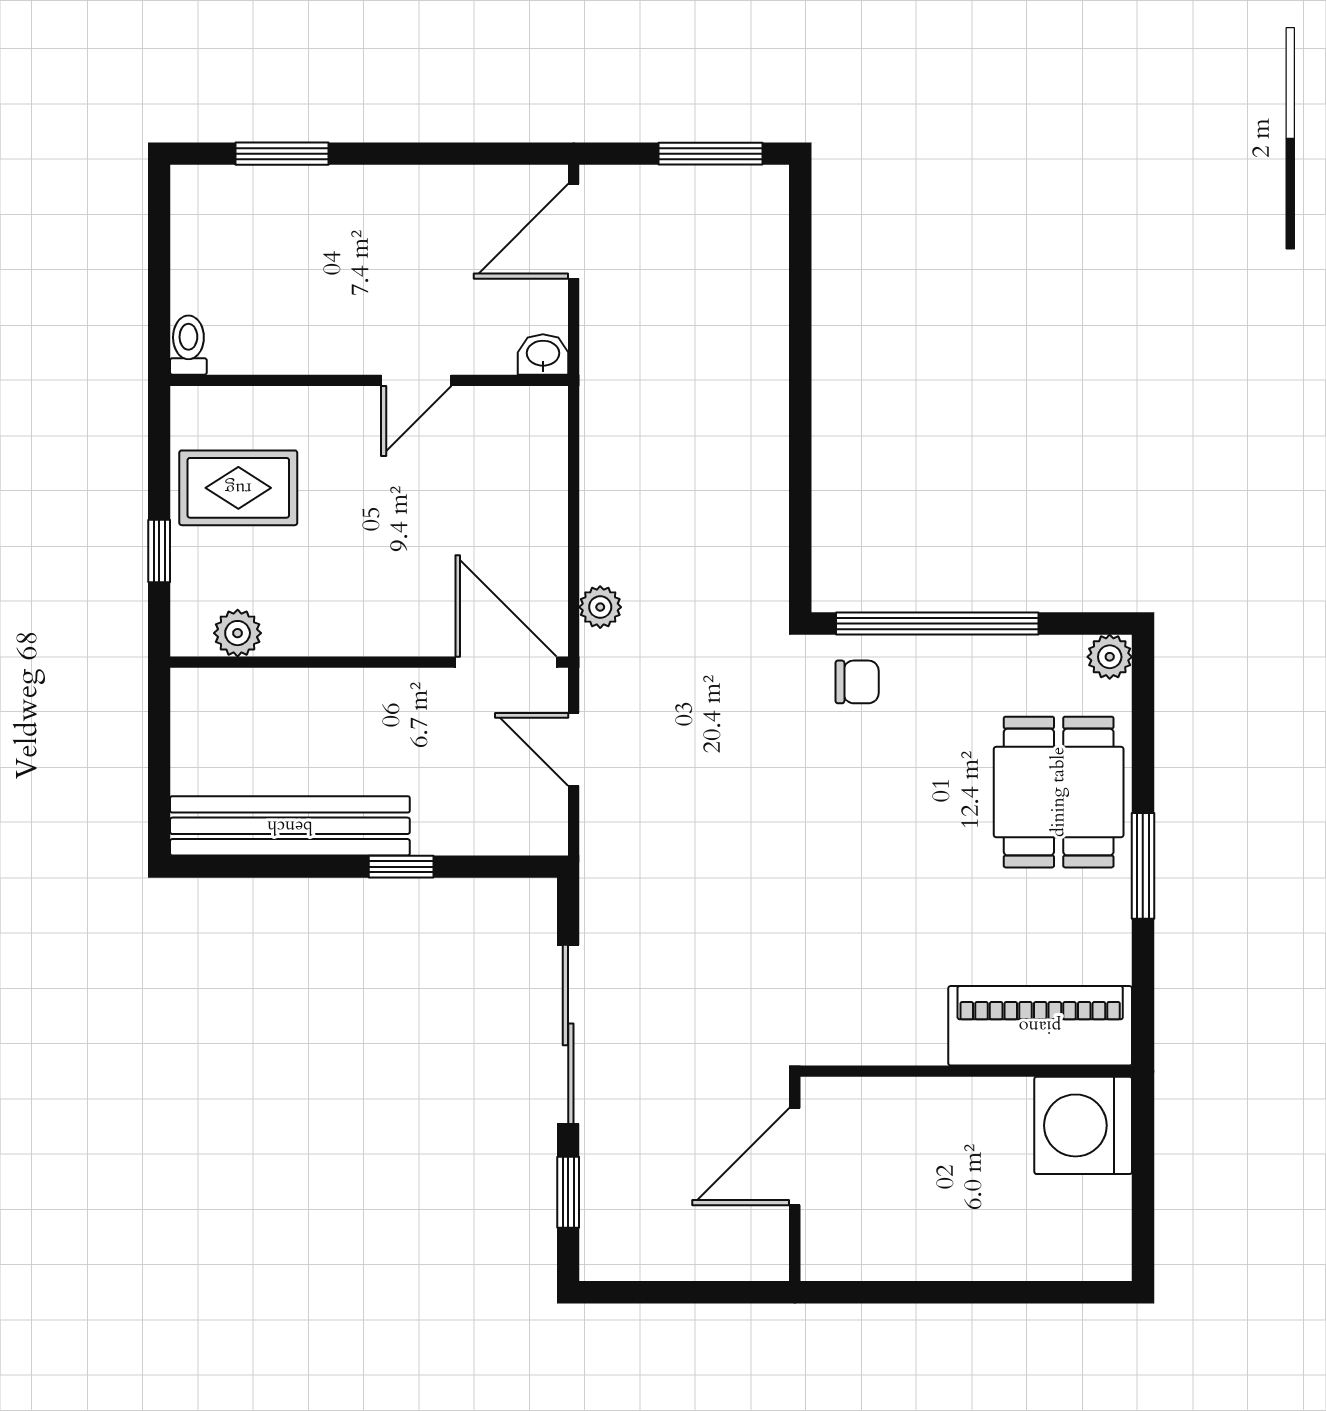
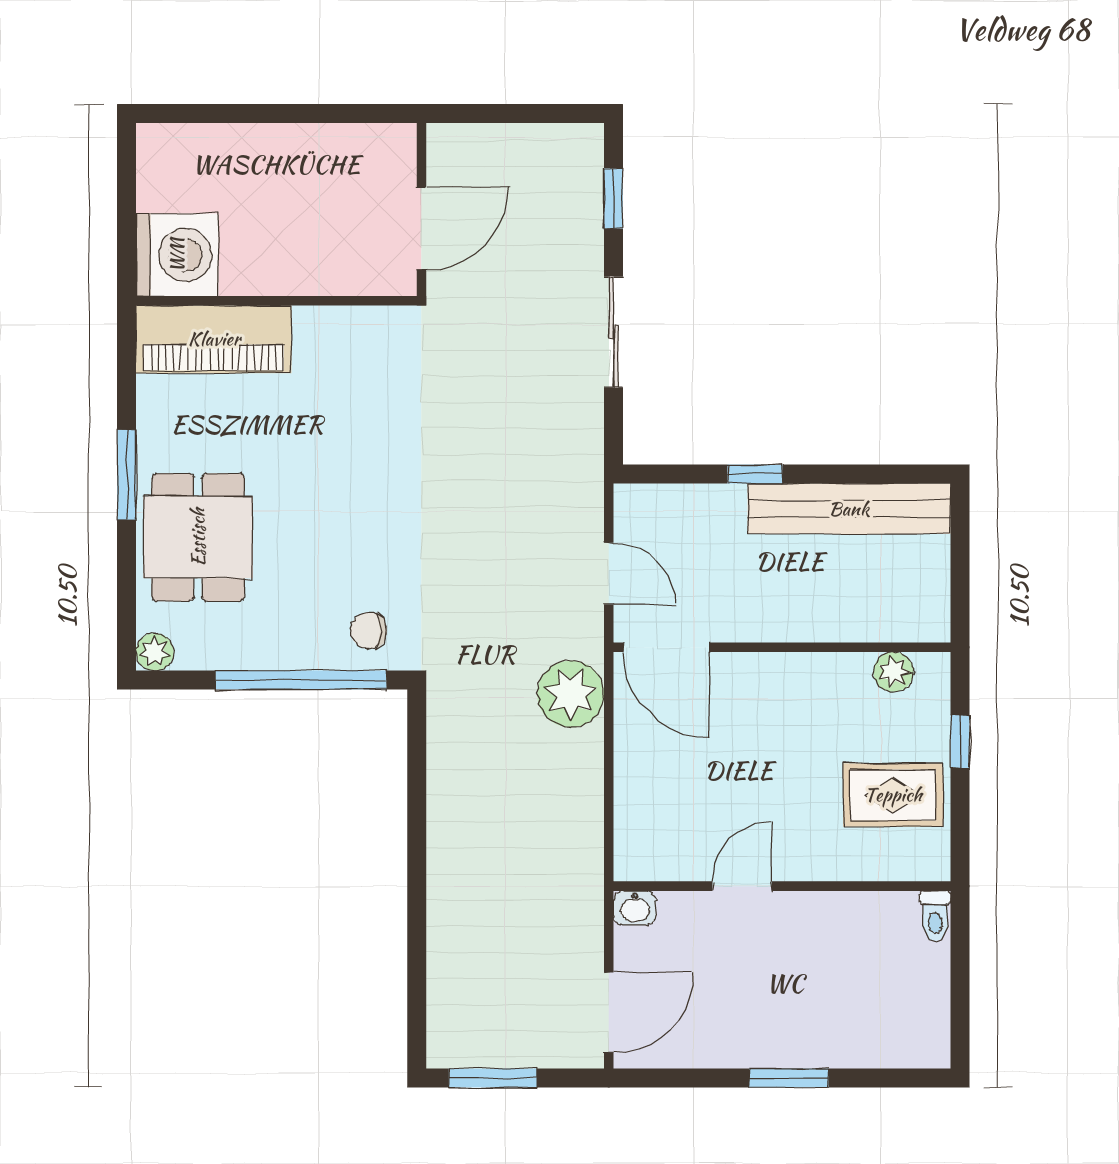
window: (282, 154) -> (789, 1078), moved
plant: (600, 607) -> (571, 694), width x1.87, depth x1.87
sliding door: (568, 1034) -> (613, 332), width x0.73

